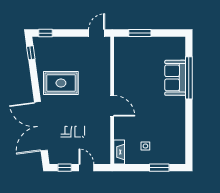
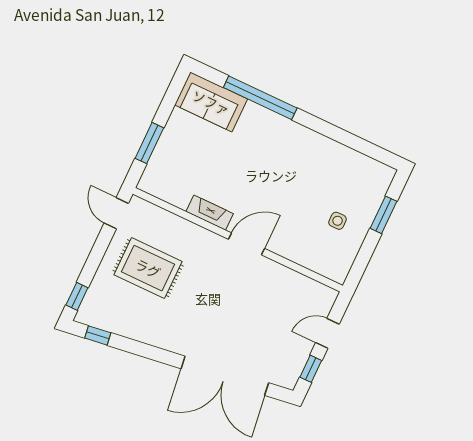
sofa: (175, 78) -> (211, 102), moved
rug: (61, 83) -> (148, 268), moved, turned 90
fireplace: (119, 152) -> (210, 213), moved

